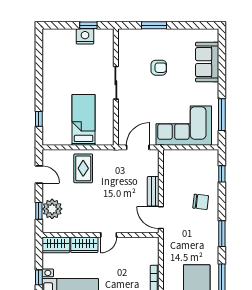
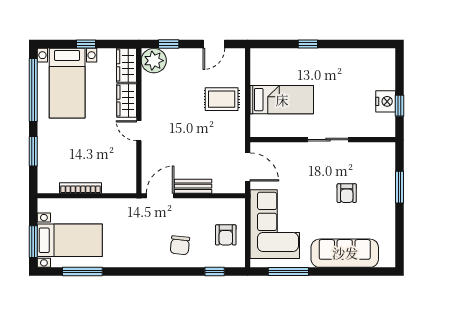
sofa: (207, 62) -> (345, 253), width x1.36
window: (39, 119) -> (308, 44), moved
armchair: (192, 165) -> (226, 235), added
plant: (52, 209) -> (154, 61), moved
window: (222, 234) -> (140, 272), removed

